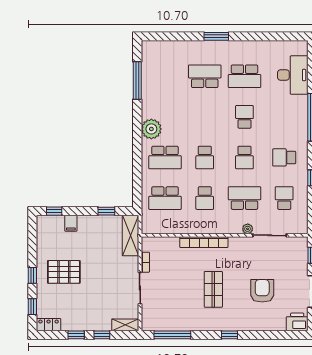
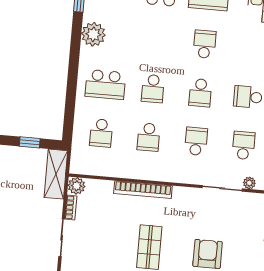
plant: (151, 129) -> (93, 34), moved
school desk: (165, 198) -> (101, 133), width x0.54
school desk: (244, 198) -> (196, 141), width x0.54
plant: (248, 229) -> (249, 183), moved
plant: (148, 244) -> (77, 186), added

